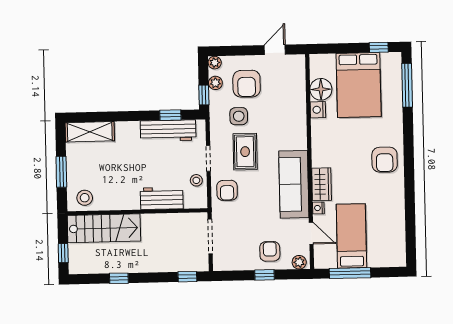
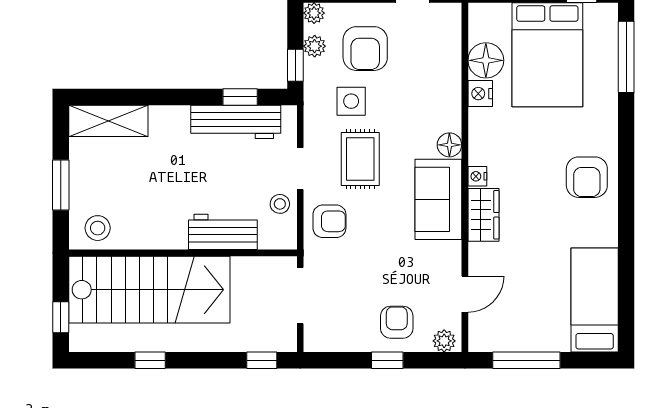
floor lamp: (300, 142) -> (449, 145), added
sofa: (294, 184) -> (438, 199), width x0.73
armchair: (227, 190) -> (329, 221), turned -90
nightstand: (318, 208) -> (477, 176), moved
stairs: (104, 228) -> (149, 290), width x1.36, depth x1.51
door: (311, 233) -> (465, 294), hinge flipped
bed: (351, 236) -> (595, 300), moved

